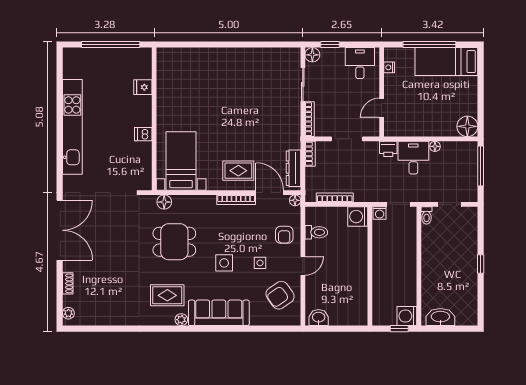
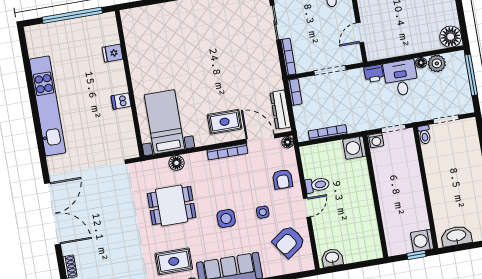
plant: (450, 150) -> (437, 63), added
floor lamp: (164, 202) -> (177, 163), moved
toilet: (316, 232) -> (317, 185), moved

